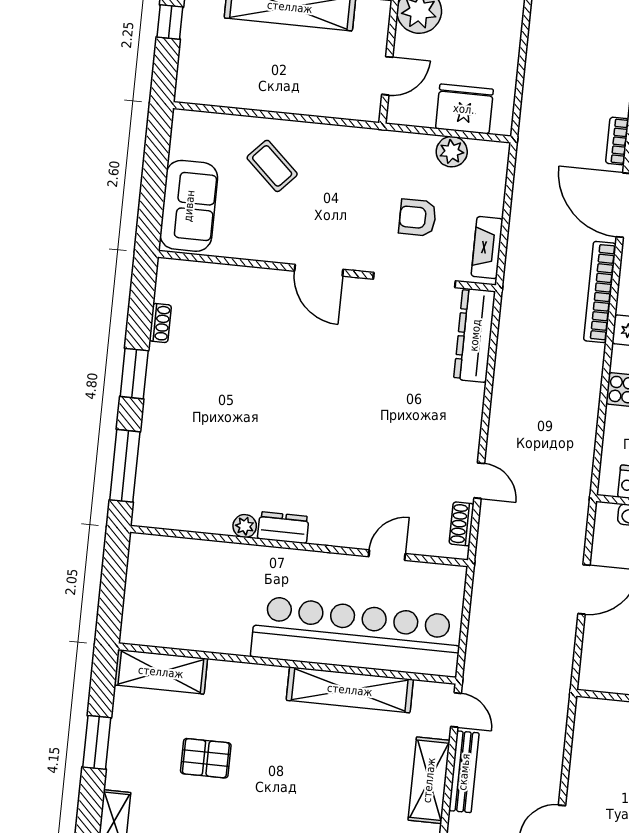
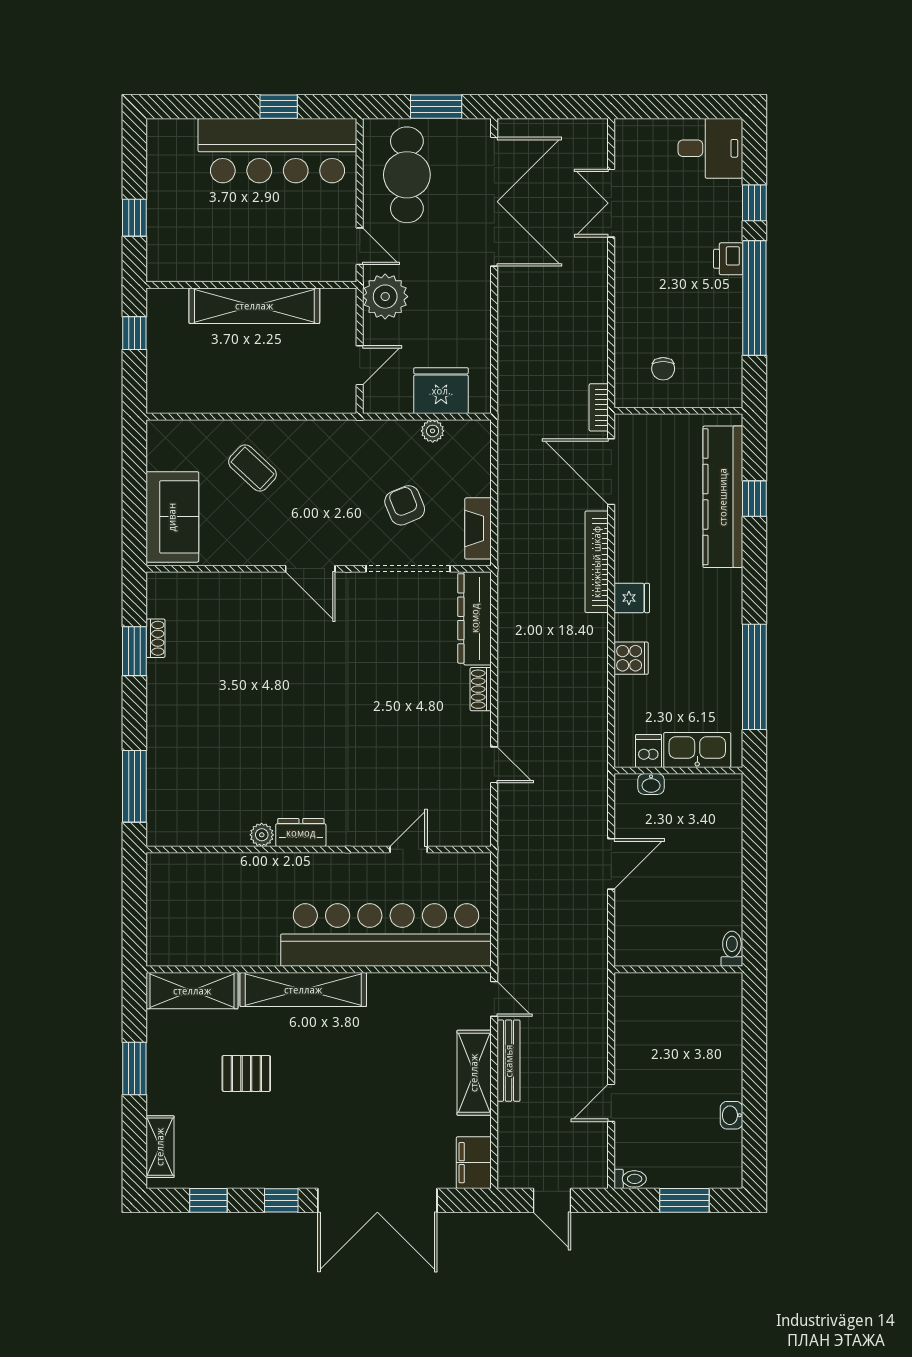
plant: (452, 152) -> (433, 431), width x0.73, depth x0.73
armchair: (418, 218) -> (405, 505), turned 68
window: (134, 374) -> (134, 651), moved
shoe rack: (462, 524) -> (481, 689), moved
shelving: (350, 690) -> (303, 990), moved

